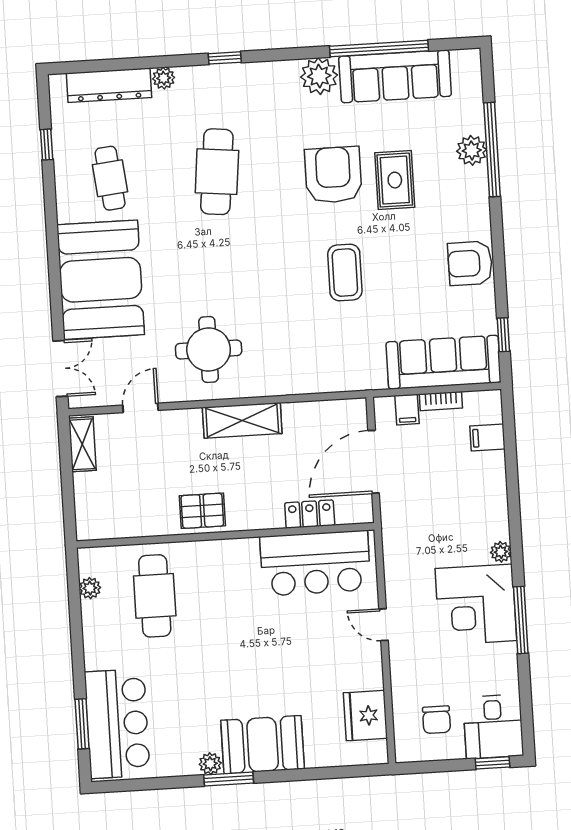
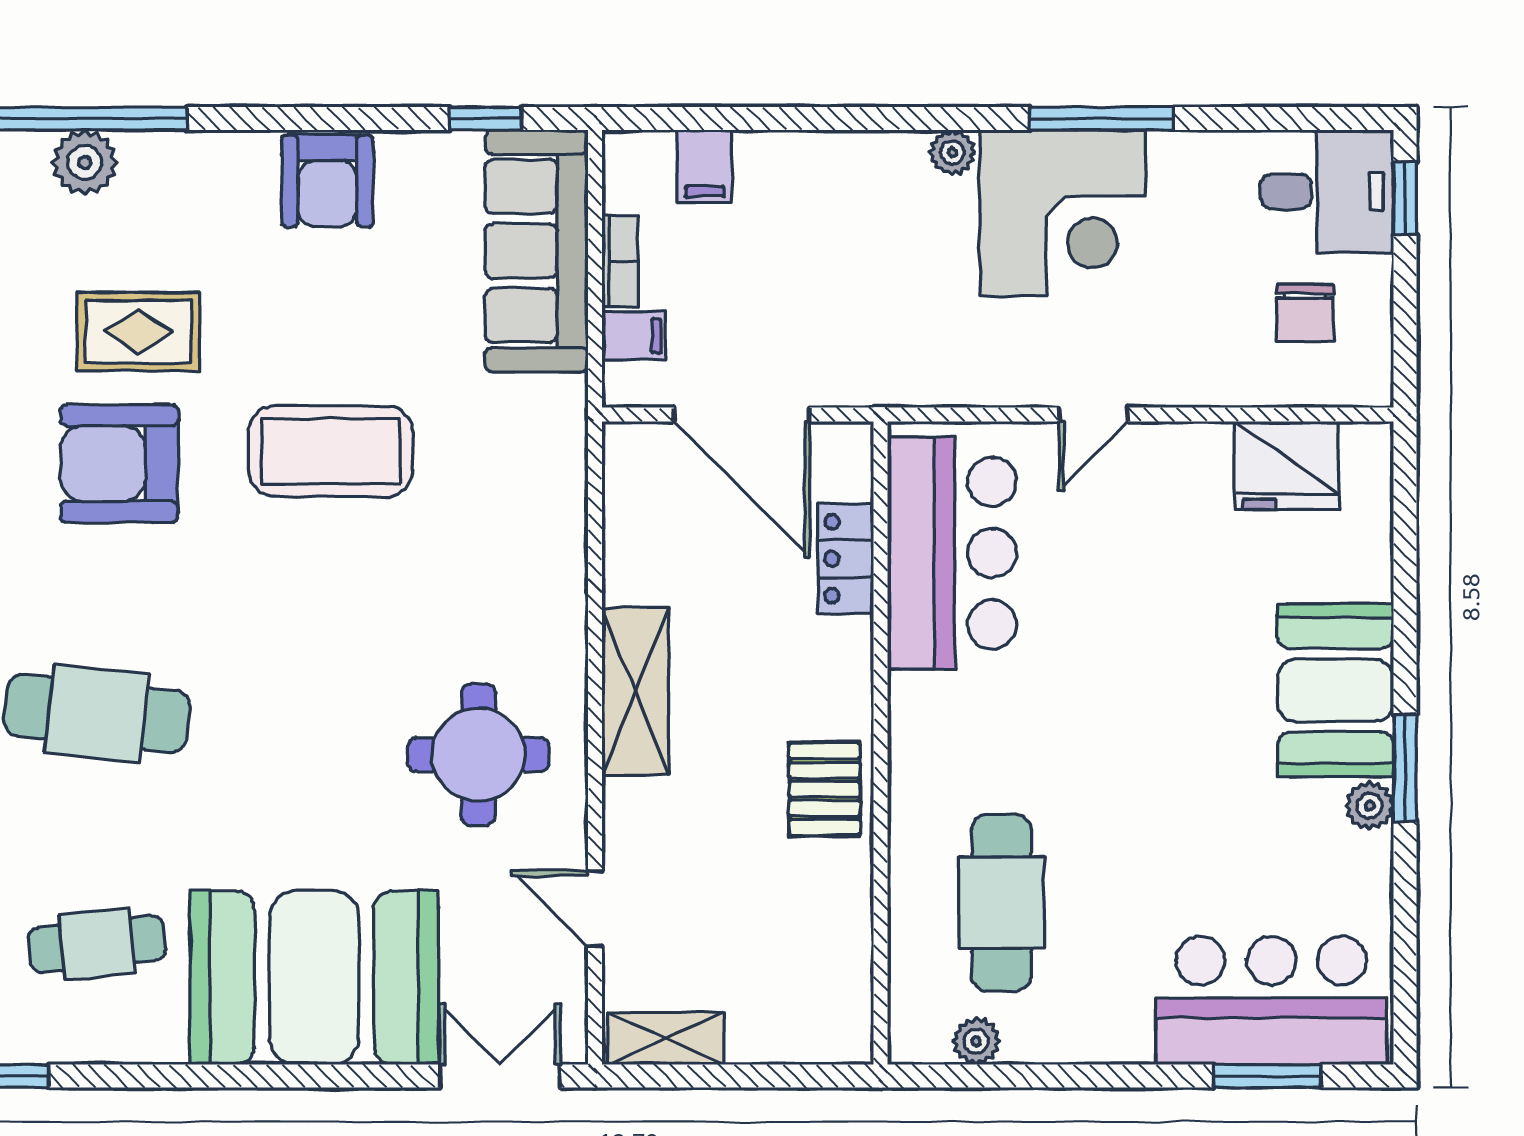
coffee table: (345, 273) -> (331, 451), width x1.36, depth x1.32
cafe table: (155, 596) -> (1001, 903), turned 90
chair: (436, 720) -> (1305, 313), turned 90

